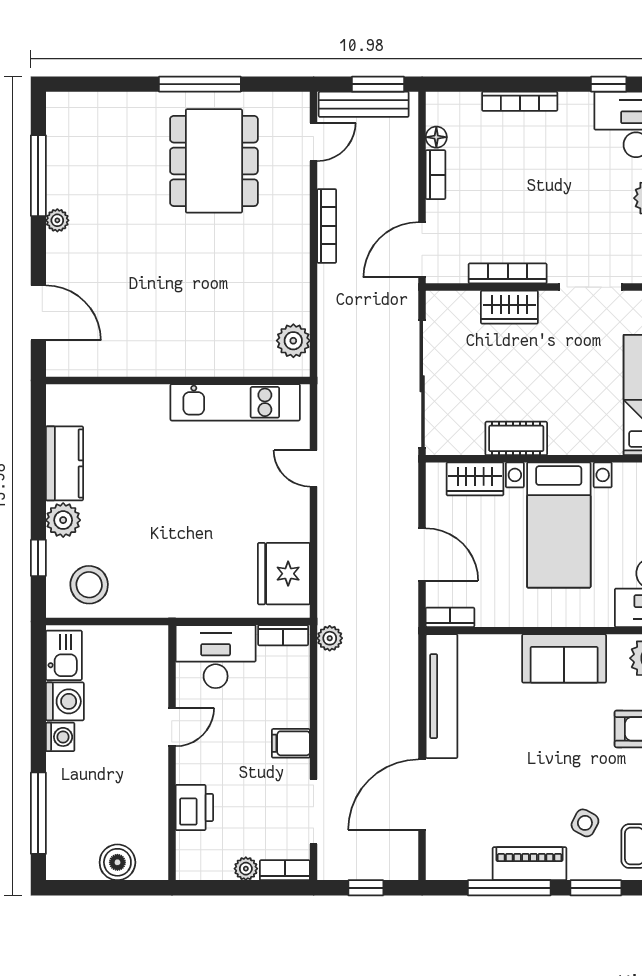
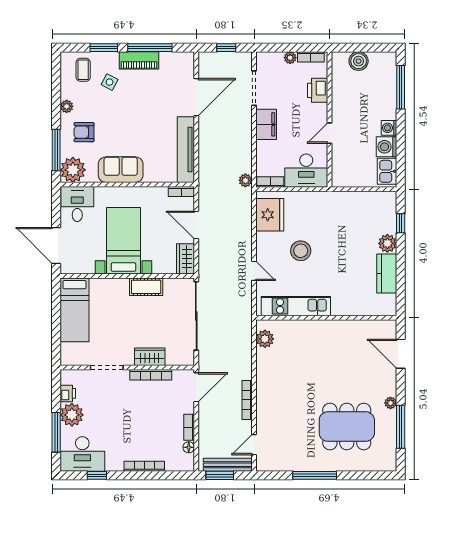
dining table: (214, 161) -> (347, 427), moved, turned 90
wardrobe: (475, 479) -> (186, 259), moved, turned -90
stool: (89, 585) -> (301, 251), moved
filing cabinet: (291, 743) -> (266, 124), width x2.00
bookcase: (285, 870) -> (311, 57), moved

